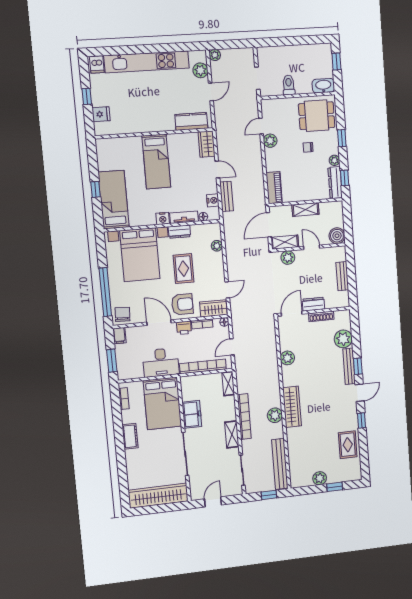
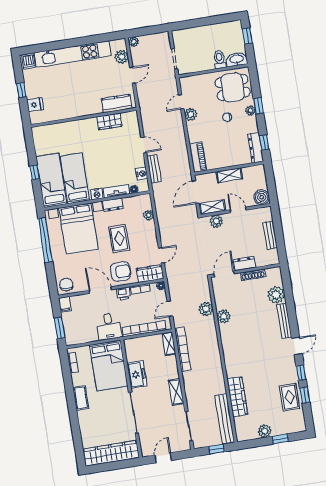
toilet: (289, 85) -> (220, 59), moved
wardrobe: (206, 144) -> (109, 121), moved, turned -90
plant: (334, 160) -> (250, 110), moved
bed: (156, 161) -> (75, 178), moved, turned 180
window: (105, 292) -> (45, 240), moved
desk: (161, 362) -> (109, 326), width x0.73
window: (358, 366) -> (305, 395), moved
wardrobe: (292, 407) -> (237, 397), moved
plant: (275, 415) -> (206, 309), moved
bookcase: (244, 417) -> (183, 349), moved

